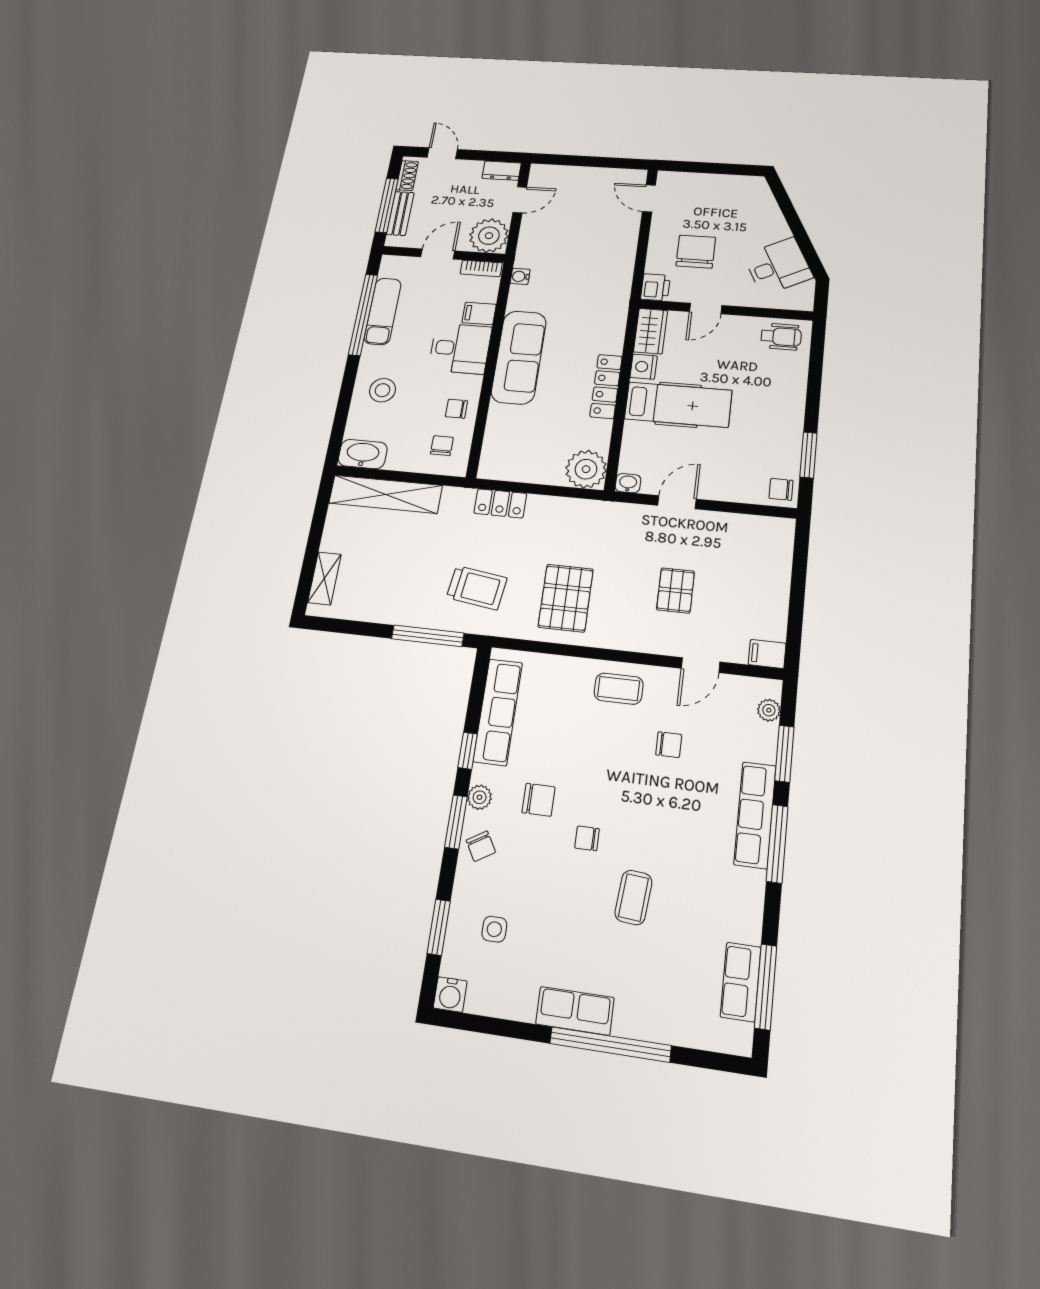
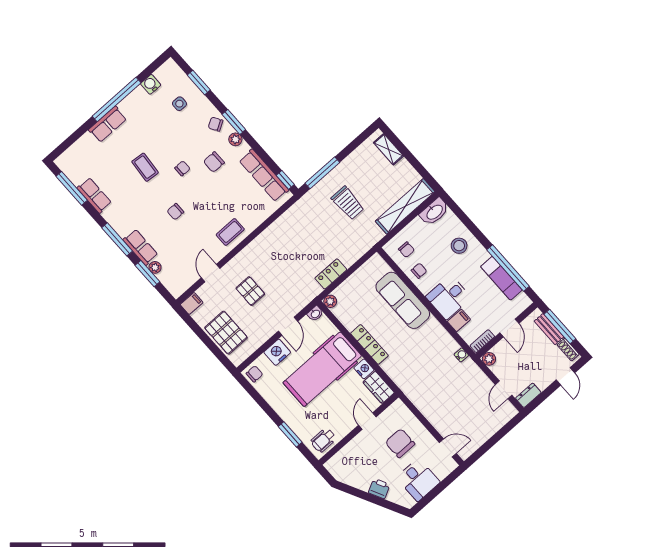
door: (442, 153) -> (565, 376), hinge flipped
plant: (489, 236) -> (489, 359), width x0.53, depth x0.53
chair: (696, 252) -> (400, 443), turned 180
desk: (778, 266) -> (418, 480), moved, turned -63
printer: (655, 287) -> (379, 489), moved, turned 153
sofa: (519, 357) -> (403, 300), moved
hospital bed: (678, 405) -> (322, 369), width x1.37, depth x1.29
window: (808, 455) -> (290, 434), moved
plant: (586, 469) -> (330, 301), width x0.53, depth x0.53
nightstand: (724, 486) -> (277, 352), added
locker: (500, 503) -> (331, 274), moved
trolley: (477, 588) -> (348, 203), moved, turned -98
pallet: (566, 598) -> (226, 333), moved
plant: (769, 710) -> (155, 267), moved
chair: (669, 745) -> (175, 212), moved
window: (468, 751) -> (285, 180), moved
row of seats: (755, 815) -> (140, 247), width x0.68
row of seats: (741, 982) -> (94, 195), moved
water cooler: (450, 994) -> (151, 84), moved
row of seats: (575, 1011) -> (108, 124), moved
window: (610, 1045) -> (117, 99), moved

